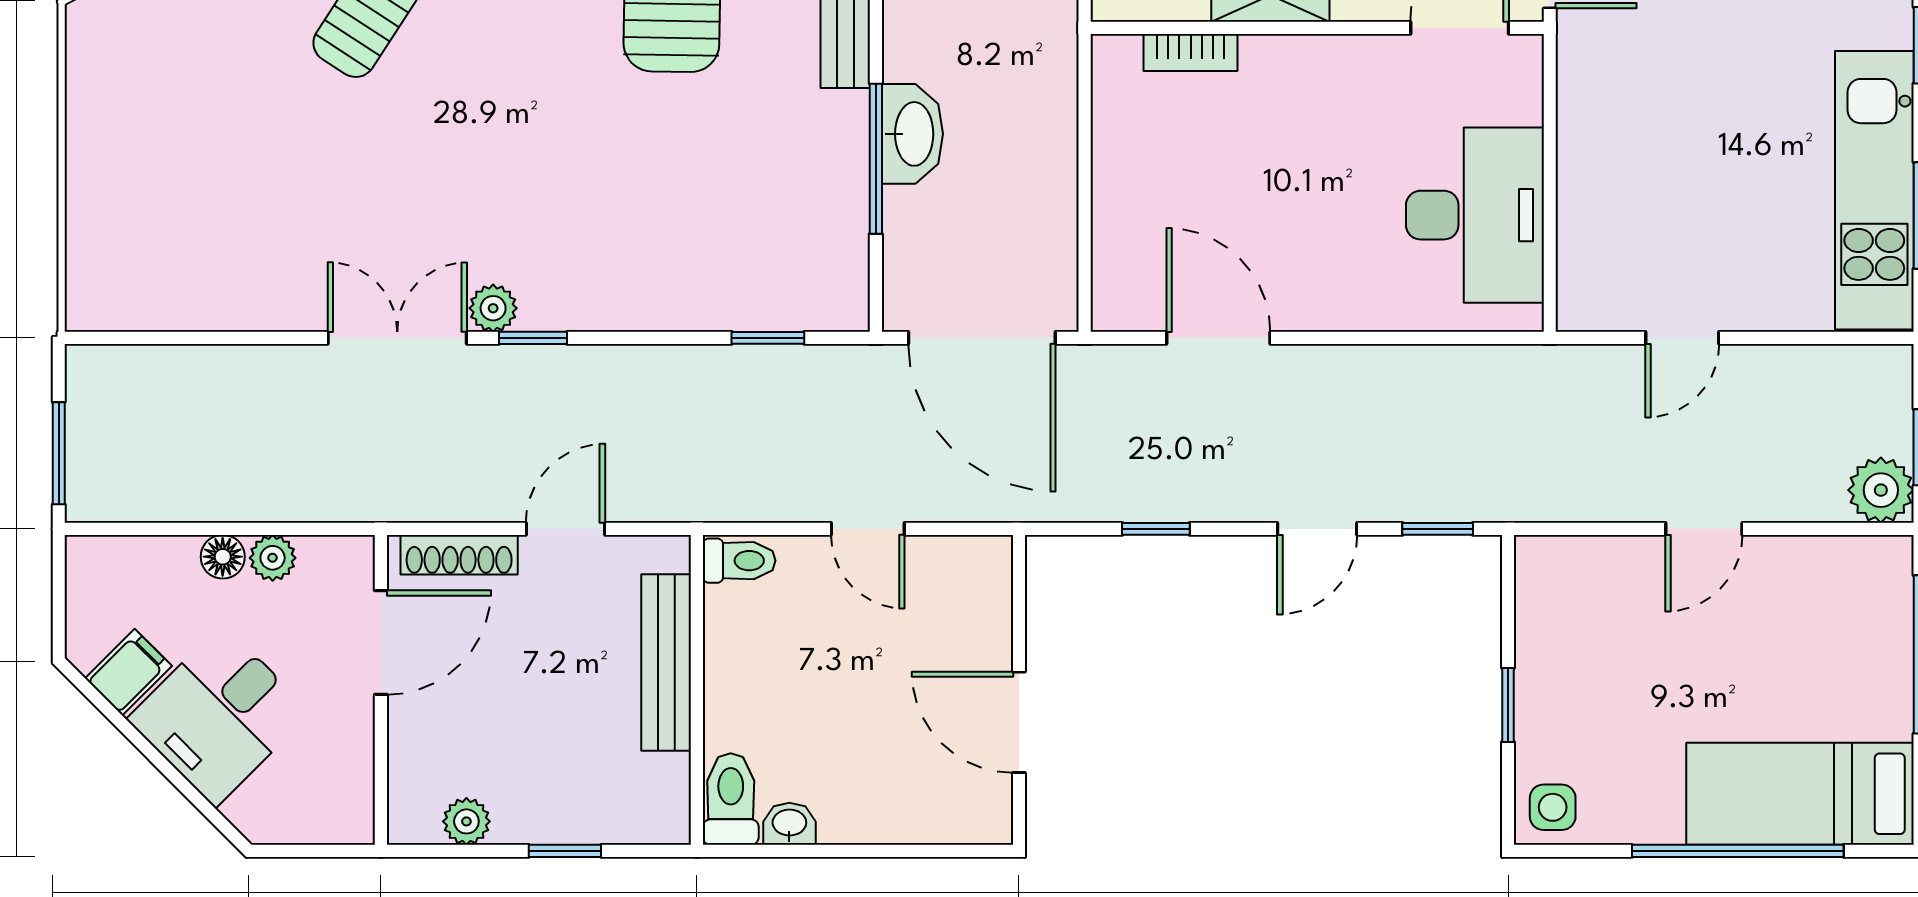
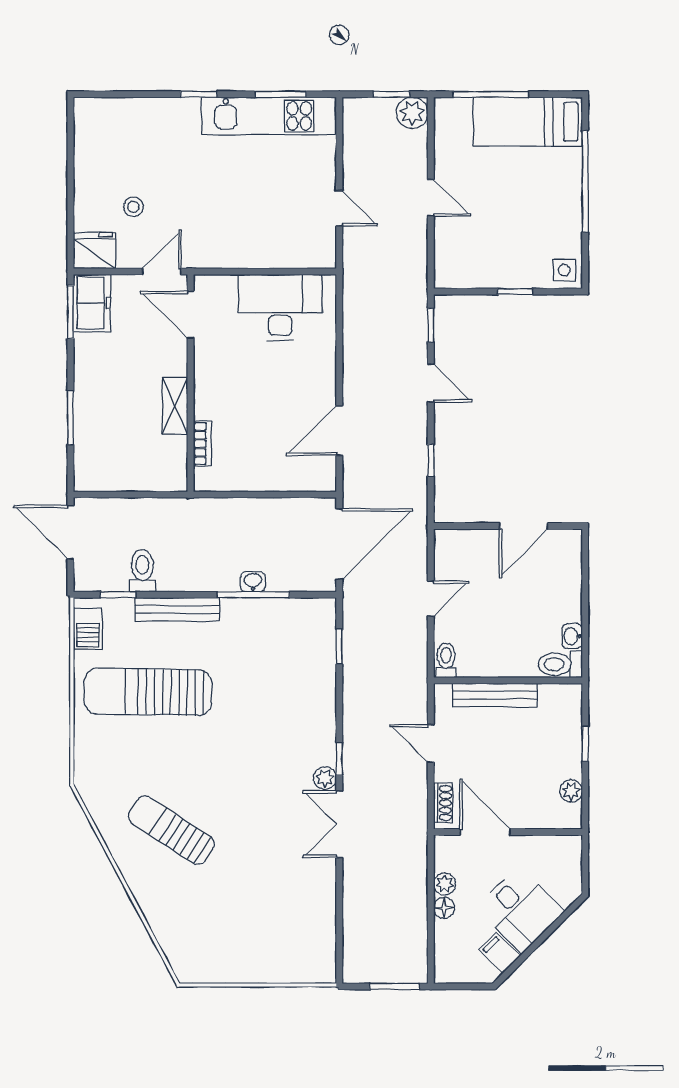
washbasin: (912, 134) -> (253, 582), width x0.52, depth x0.69
shoe rack: (459, 555) -> (443, 803), width x0.70
bed: (1800, 794) -> (528, 122), moved, turned 90

